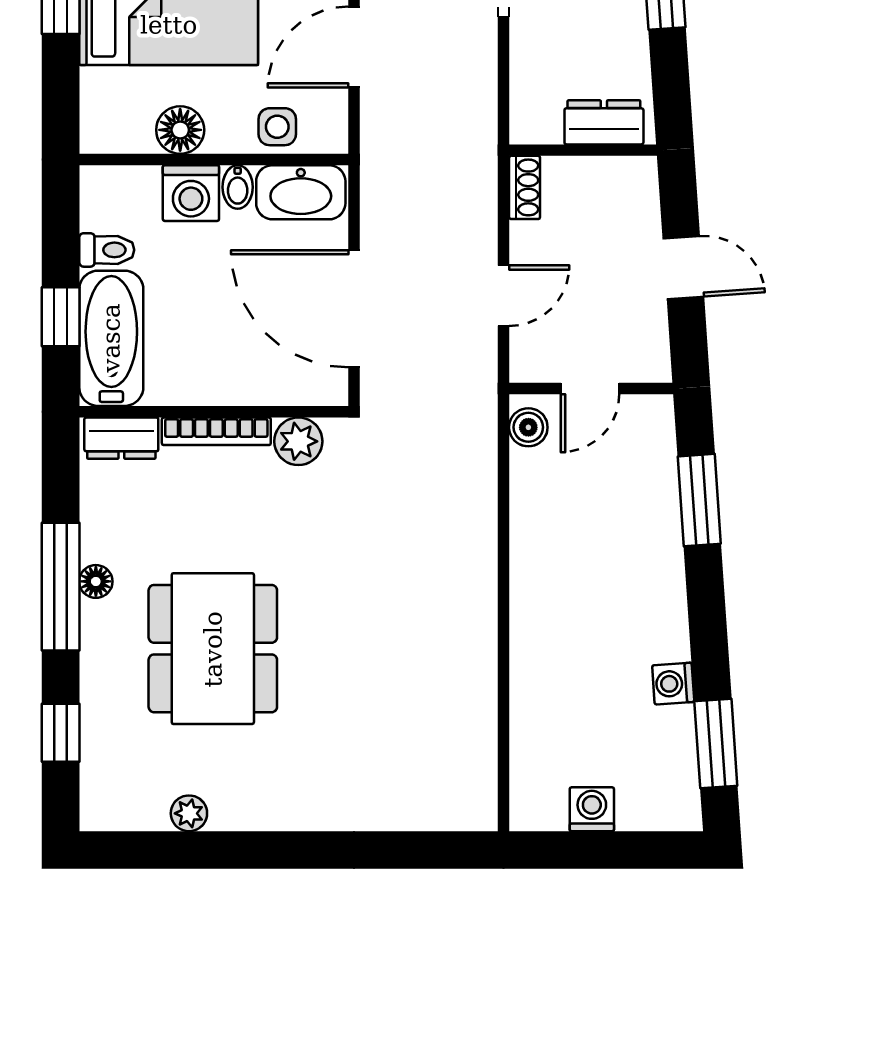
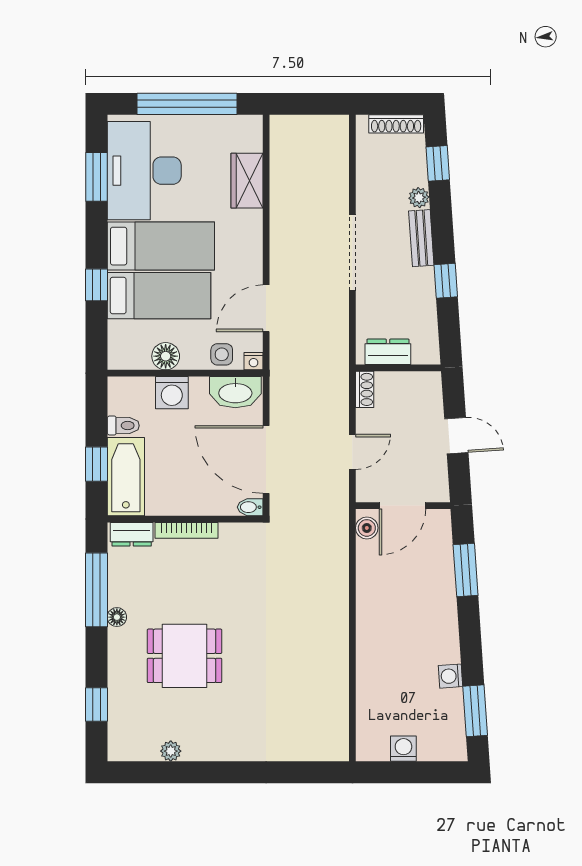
dresser: (604, 122) -> (388, 352), moved
nightstand: (332, 139) -> (254, 361), added
bidet: (238, 187) -> (250, 507), moved, turned 90
door: (590, 388) -> (402, 506), width x1.38
plant: (298, 441) -> (234, 536), removed
window: (61, 587) -> (97, 590), moved
dining table: (213, 649) -> (185, 656), width x0.73

